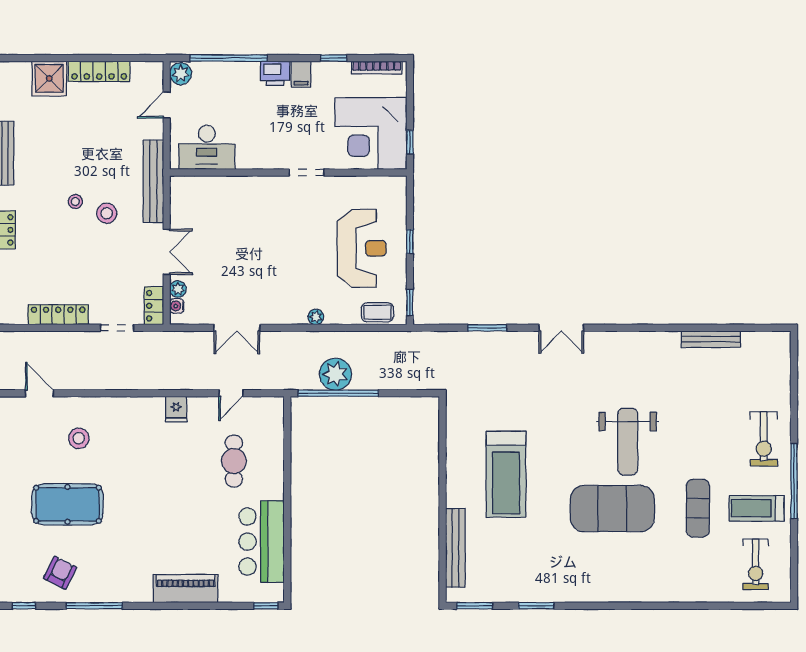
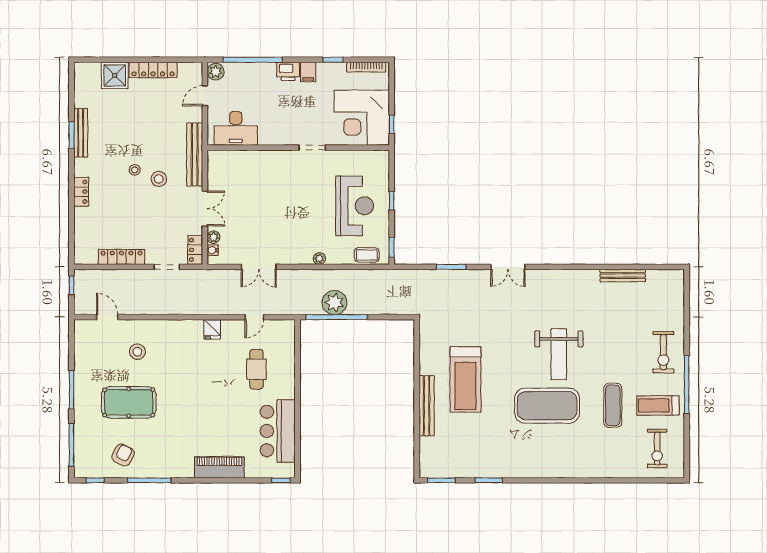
bench: (455, 548) -> (427, 406), moved

